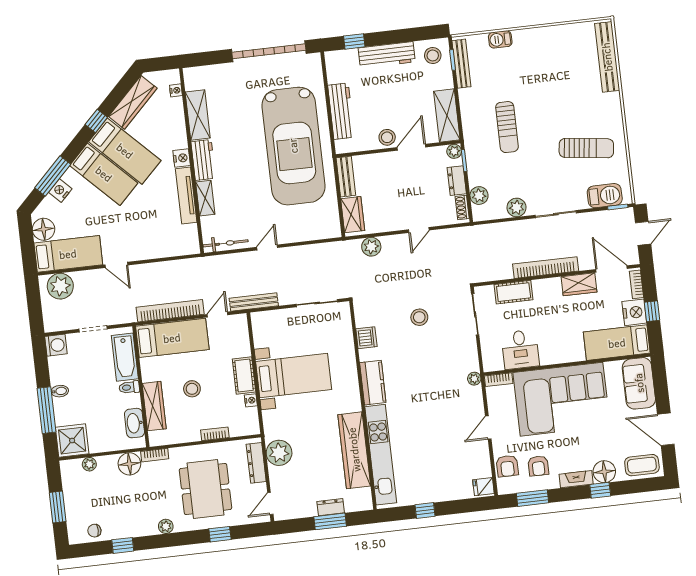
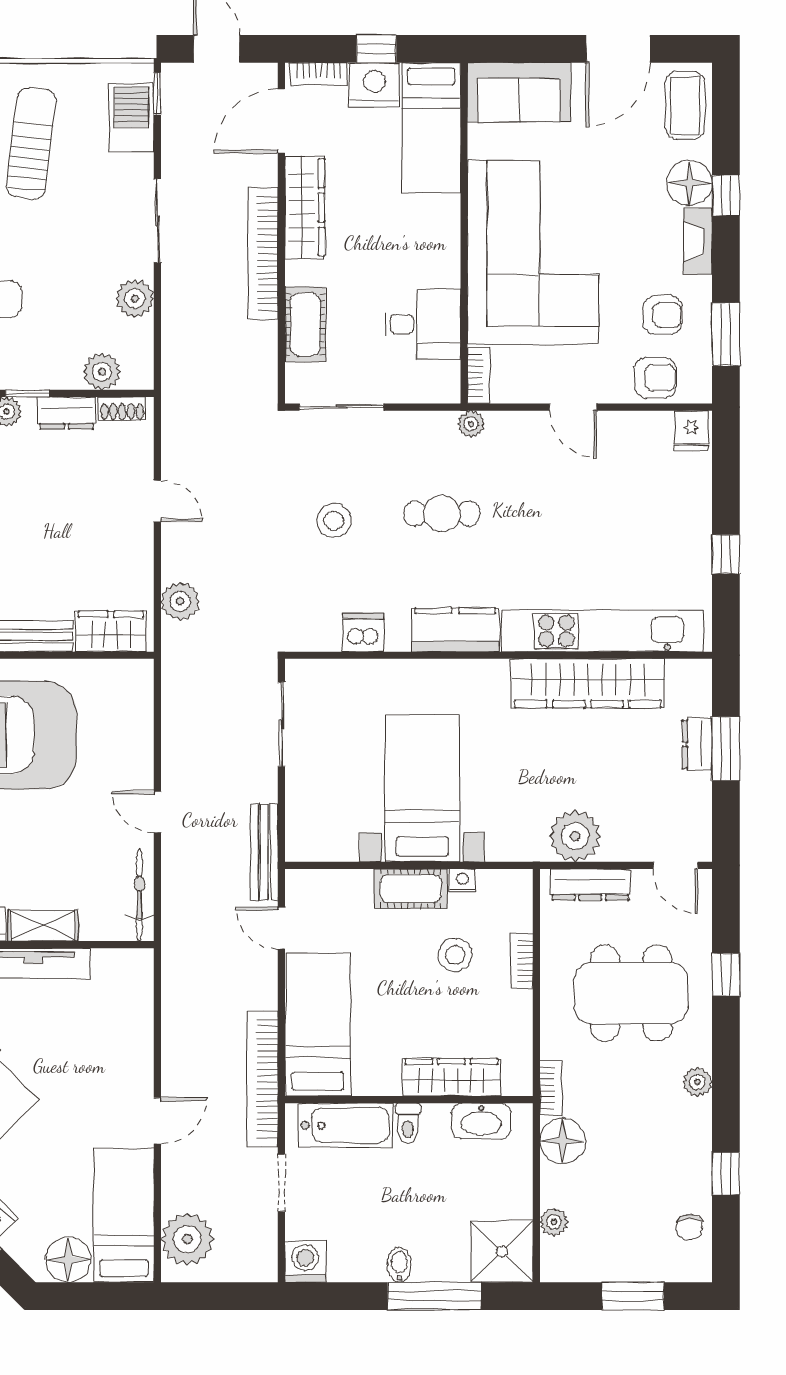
wardrobe: (579, 284) -> (305, 207), width x1.50
bookcase: (170, 311) -> (263, 1079), moved
cafe table: (429, 369) -> (442, 513), added
stool: (192, 389) -> (455, 955), moved

